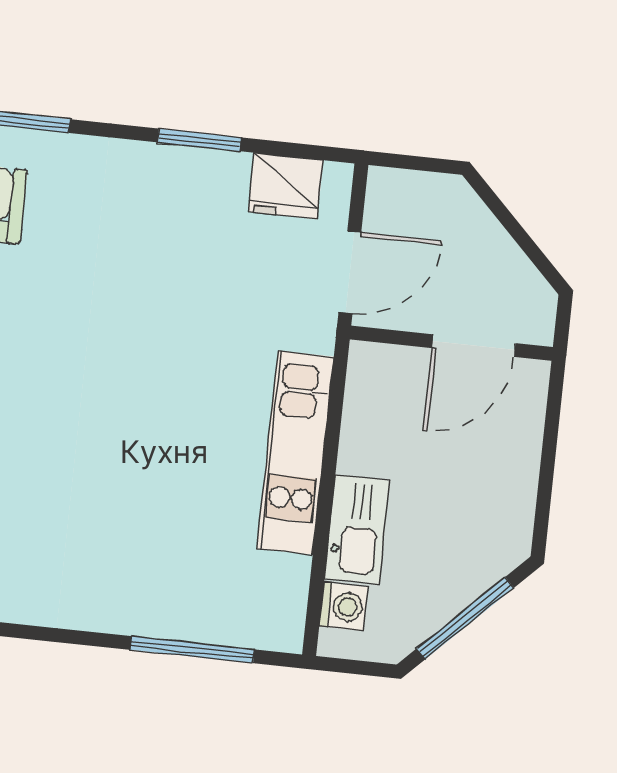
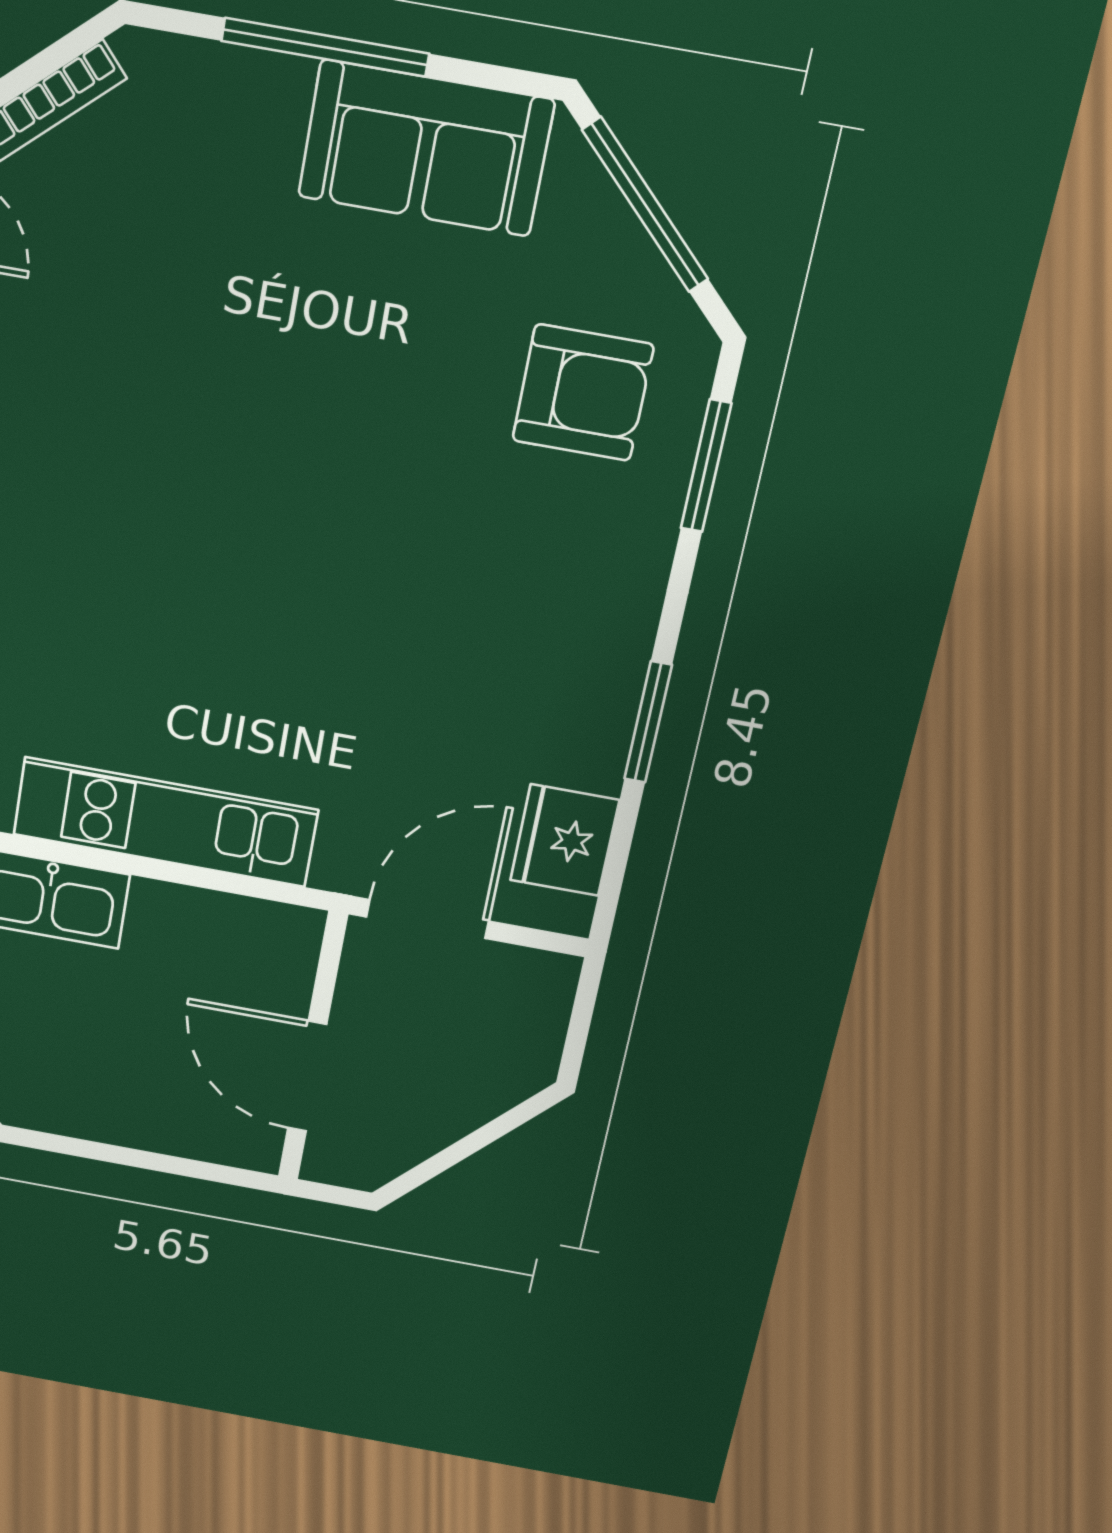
door: (350, 272) -> (427, 919), swing flipped

